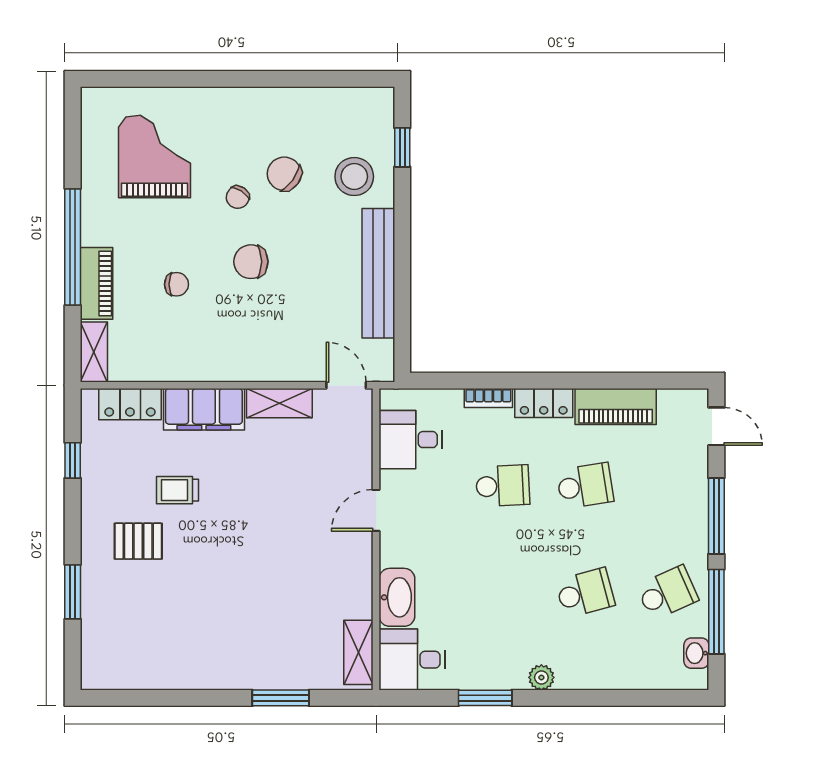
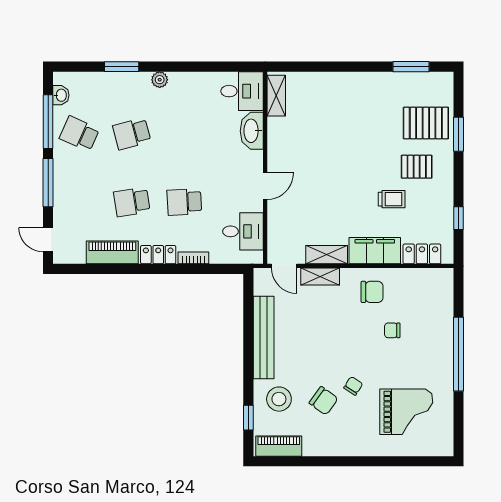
grand piano: (155, 157) -> (406, 412), turned -90
chair: (251, 262) -> (372, 292), moved
piano: (96, 283) -> (279, 446), moved, turned 90
shelving: (94, 352) -> (320, 277), moved, turned 90
school desk: (667, 593) -> (79, 134), turned 48
pallet: (124, 610) -> (426, 123), added
window: (281, 698) -> (411, 67), moved
window: (485, 698) -> (122, 67), moved

